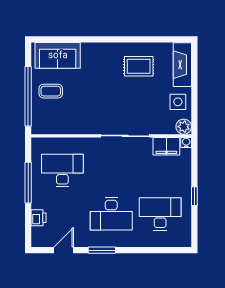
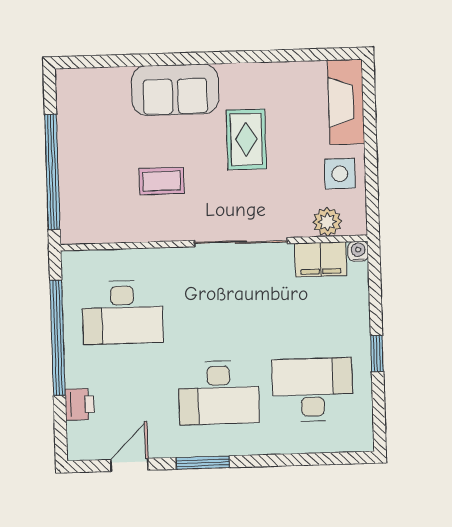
sofa: (58, 55) -> (175, 90), moved
rug: (139, 66) -> (246, 139), moved, turned 90
coffee table: (51, 91) -> (162, 181), moved
plant: (184, 127) -> (327, 222), moved
desk: (62, 171) -> (122, 312), turned 180
window: (28, 183) -> (58, 338), width x1.46

